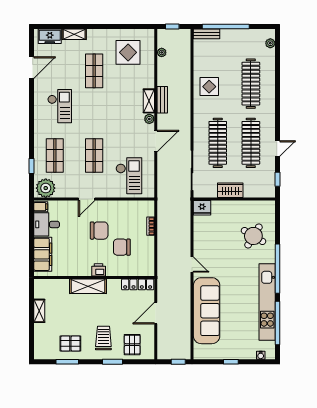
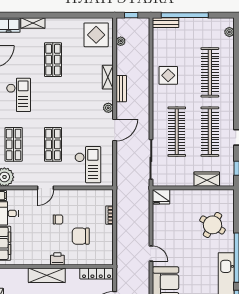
display table: (128, 52) -> (96, 35), moved
shelving: (149, 101) -> (108, 77), moved
wardrobe: (230, 190) -> (207, 179), moved
chair: (99, 231) -> (58, 219), width x0.54, depth x0.54

